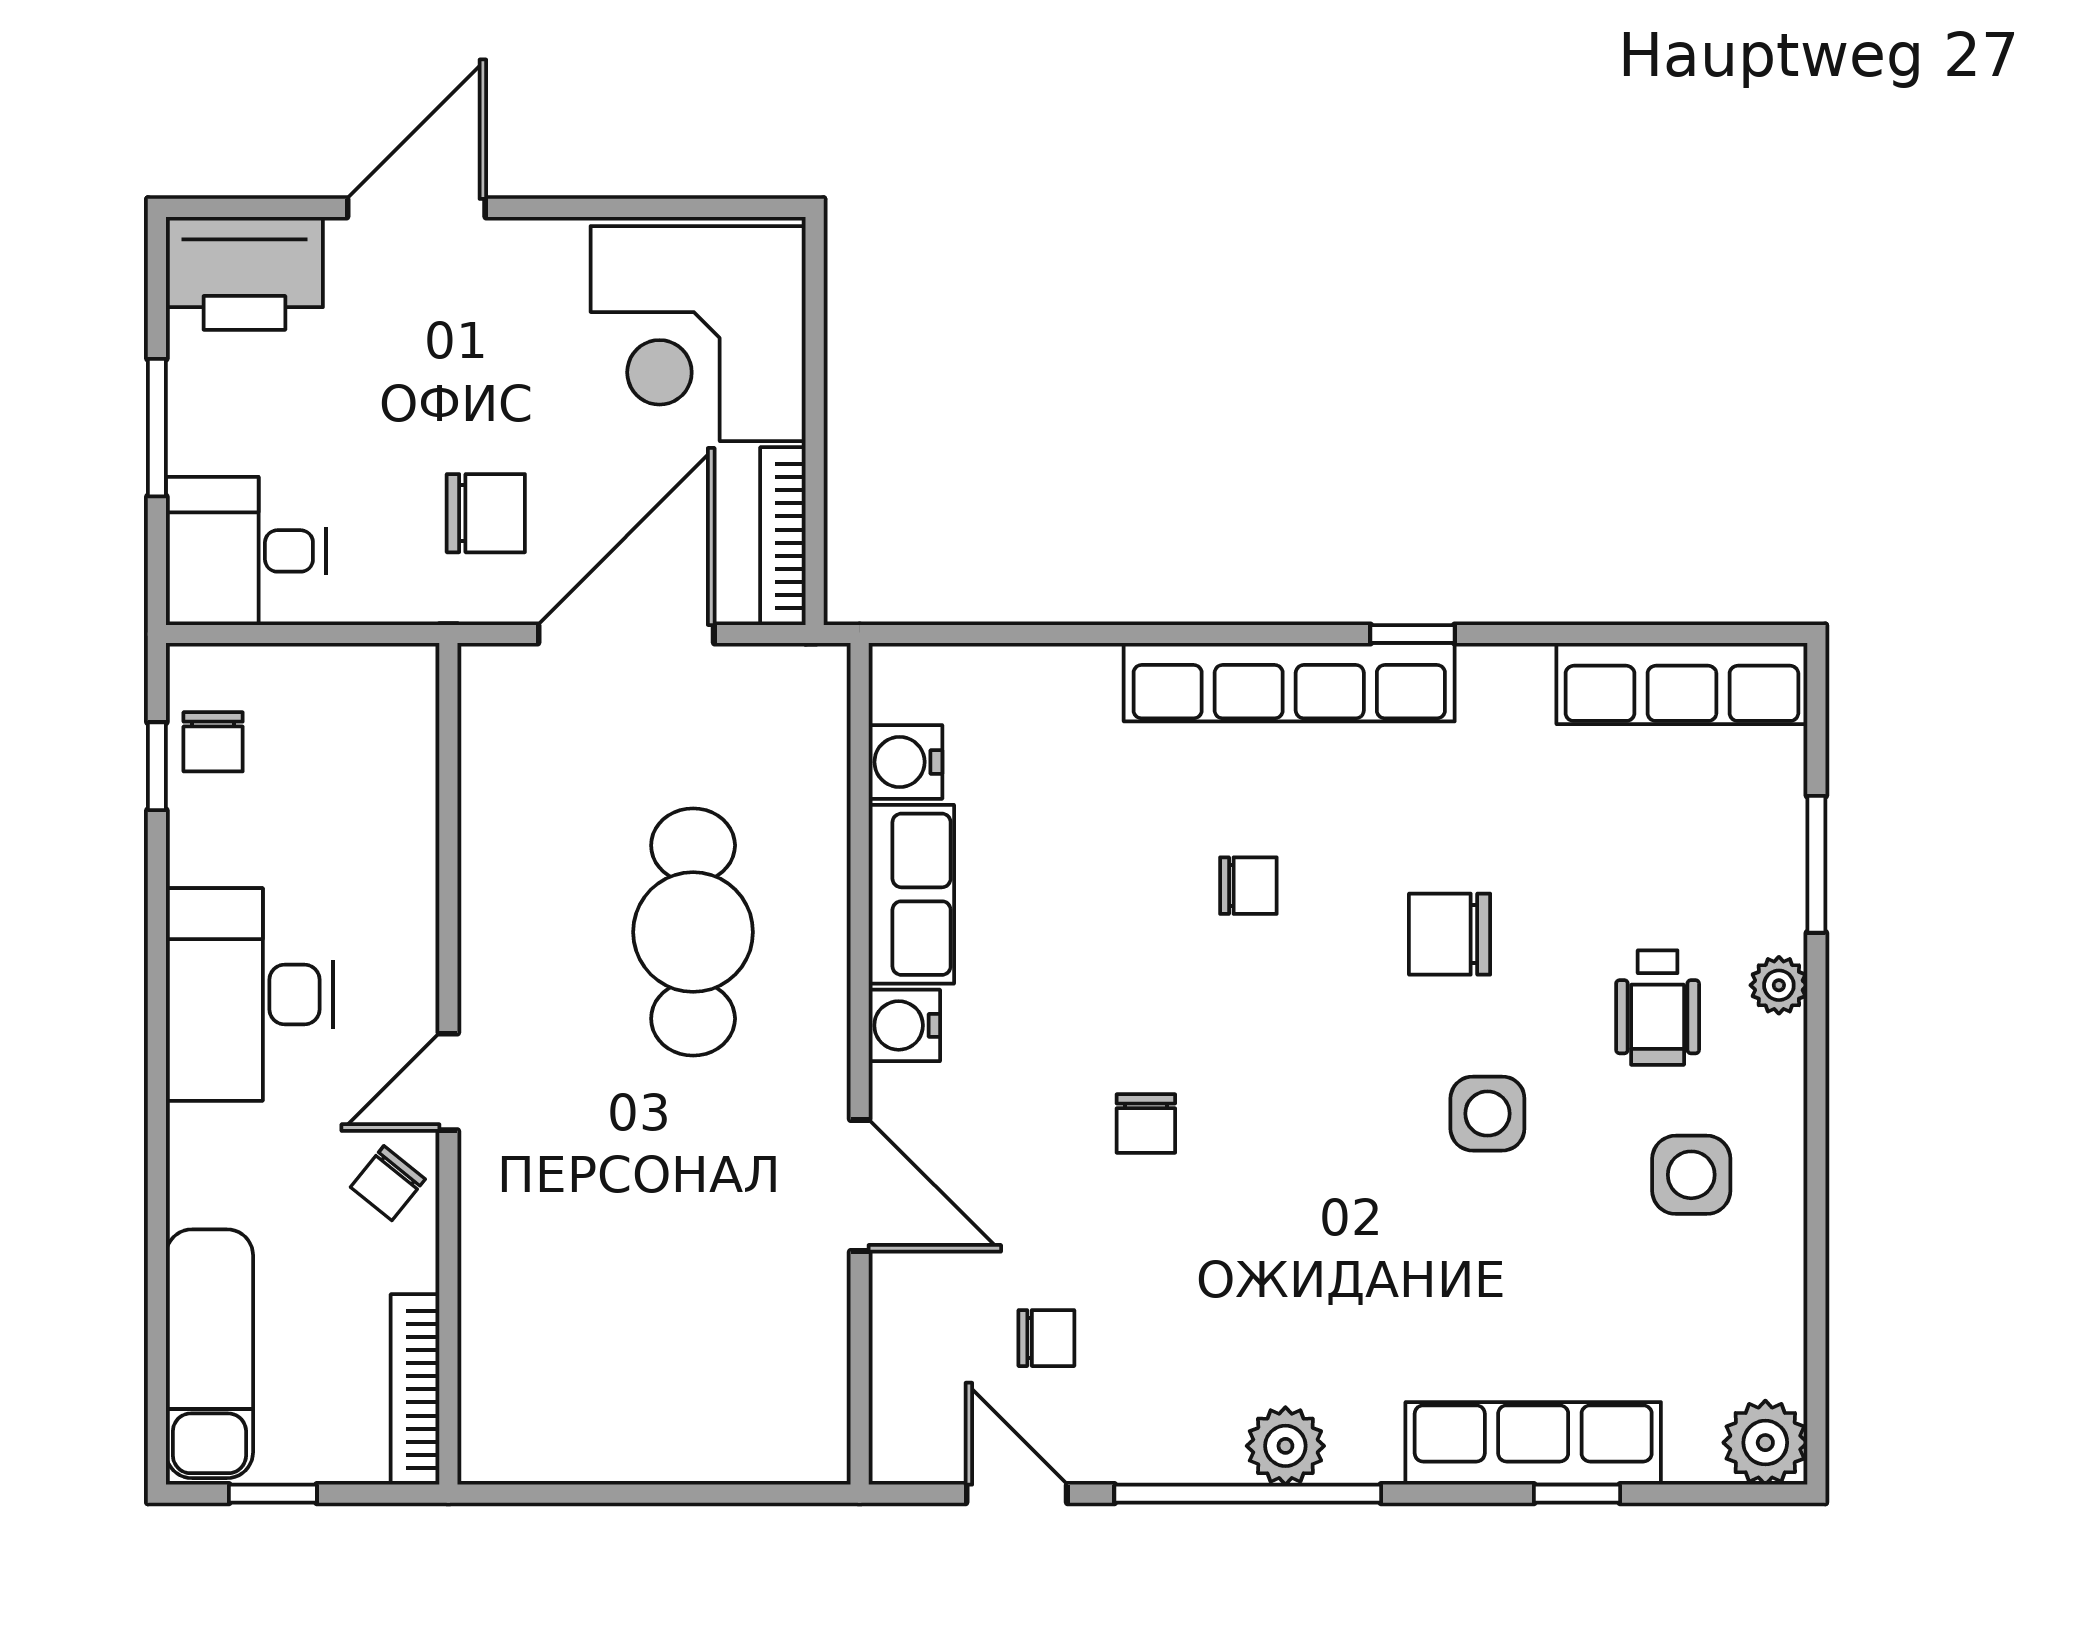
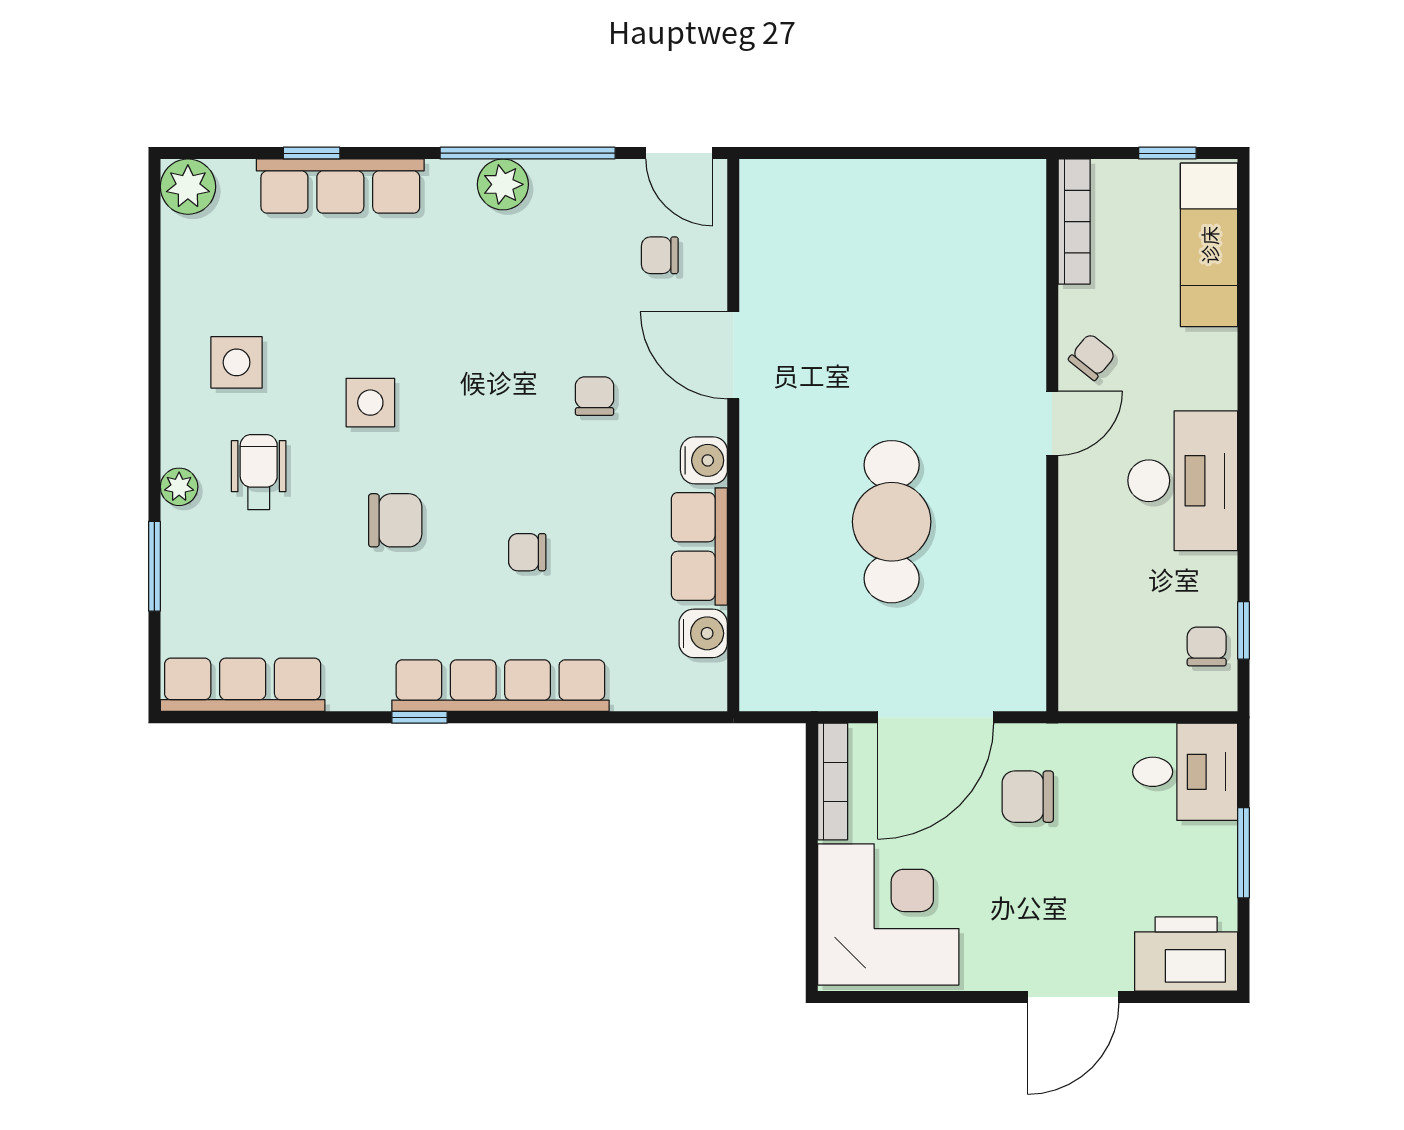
water cooler: (905, 762) -> (703, 633), moved
row of seats: (911, 894) -> (699, 546), moved
water cooler: (904, 1025) -> (704, 460), moved
wall: (860, 1064) -> (733, 435), moved
door: (860, 1185) -> (733, 355), moved

